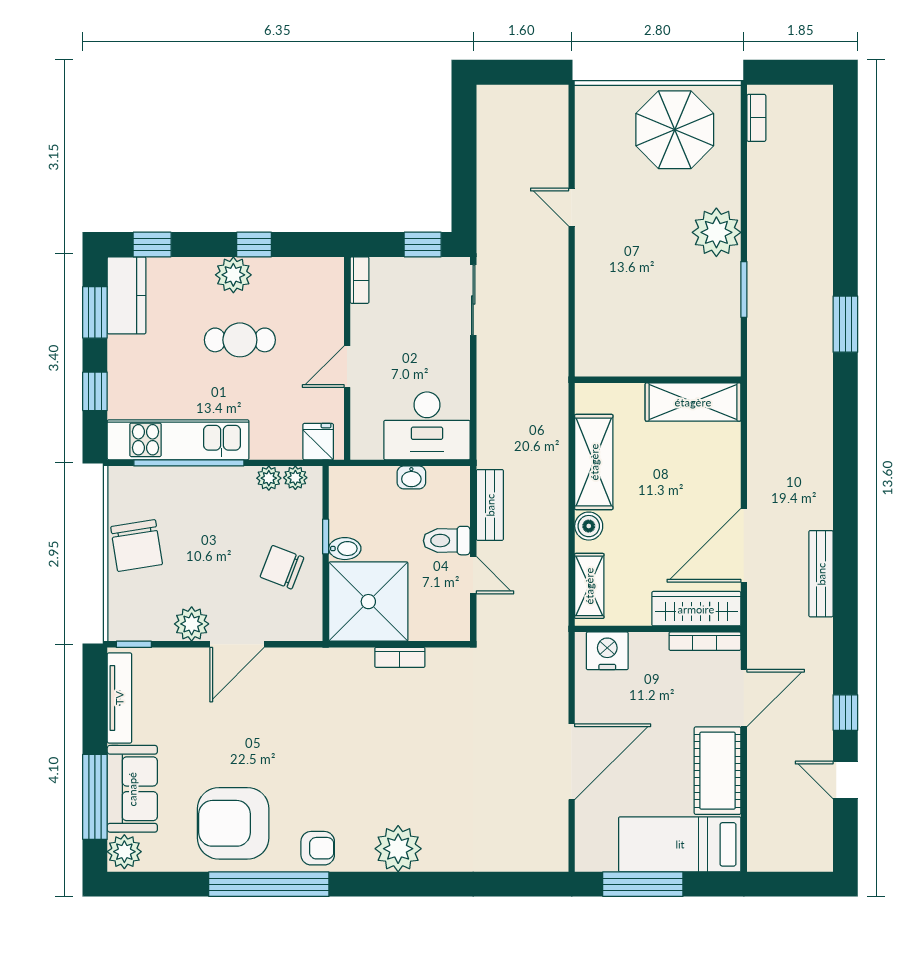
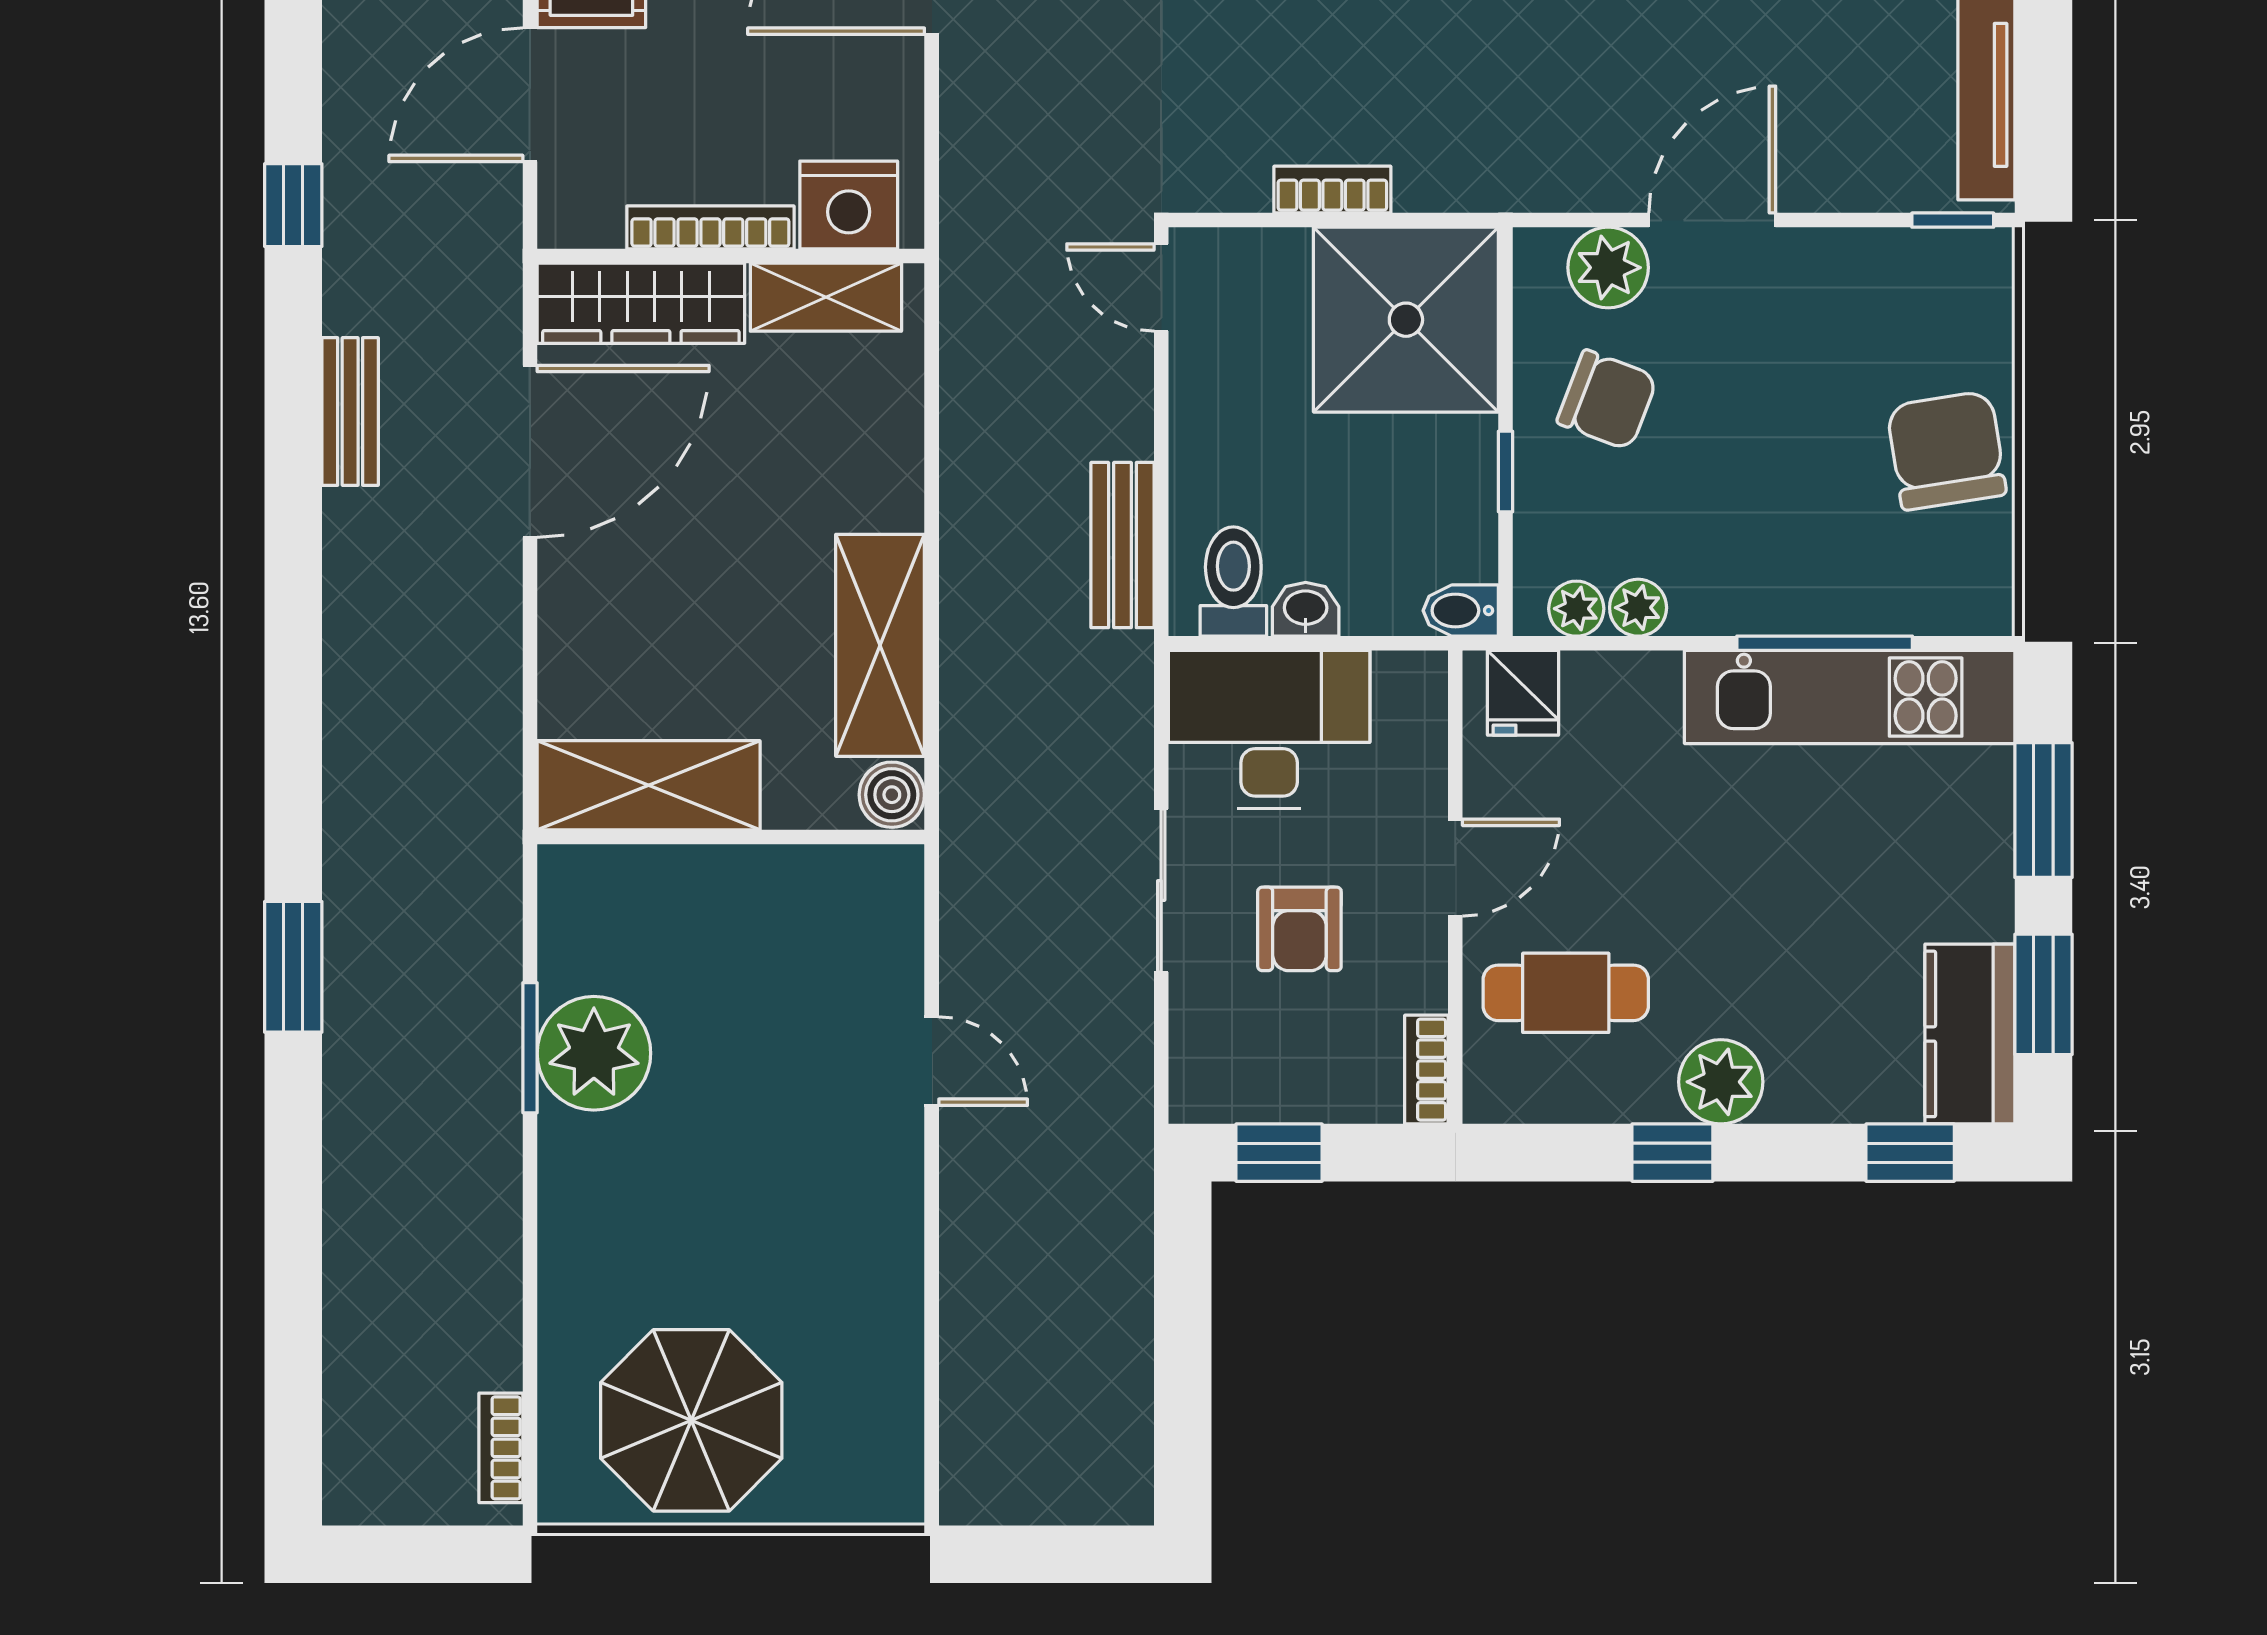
door: (572, 207) -> (932, 1061), moved
plant: (716, 232) -> (594, 1053), moved
sliding door: (473, 300) -> (1161, 890), moved
cafe table: (240, 340) -> (1566, 993), moved
armchair: (414, 340) -> (1299, 929), added
window: (95, 391) -> (2044, 810), width x1.50
window: (189, 463) -> (1825, 643), width x0.68
boiler: (589, 526) -> (892, 795), moved
toilet: (447, 541) -> (1233, 581), moved, turned -90
bidet: (345, 549) -> (1461, 611), moved
bench: (821, 574) -> (350, 412), width x0.73
door: (473, 575) -> (1161, 287), moved
shelving: (589, 586) -> (826, 297), moved, turned 90
plant: (192, 624) -> (1608, 268), moved
bookcase: (705, 641) -> (710, 227), moved
window: (845, 713) -> (293, 205), moved

